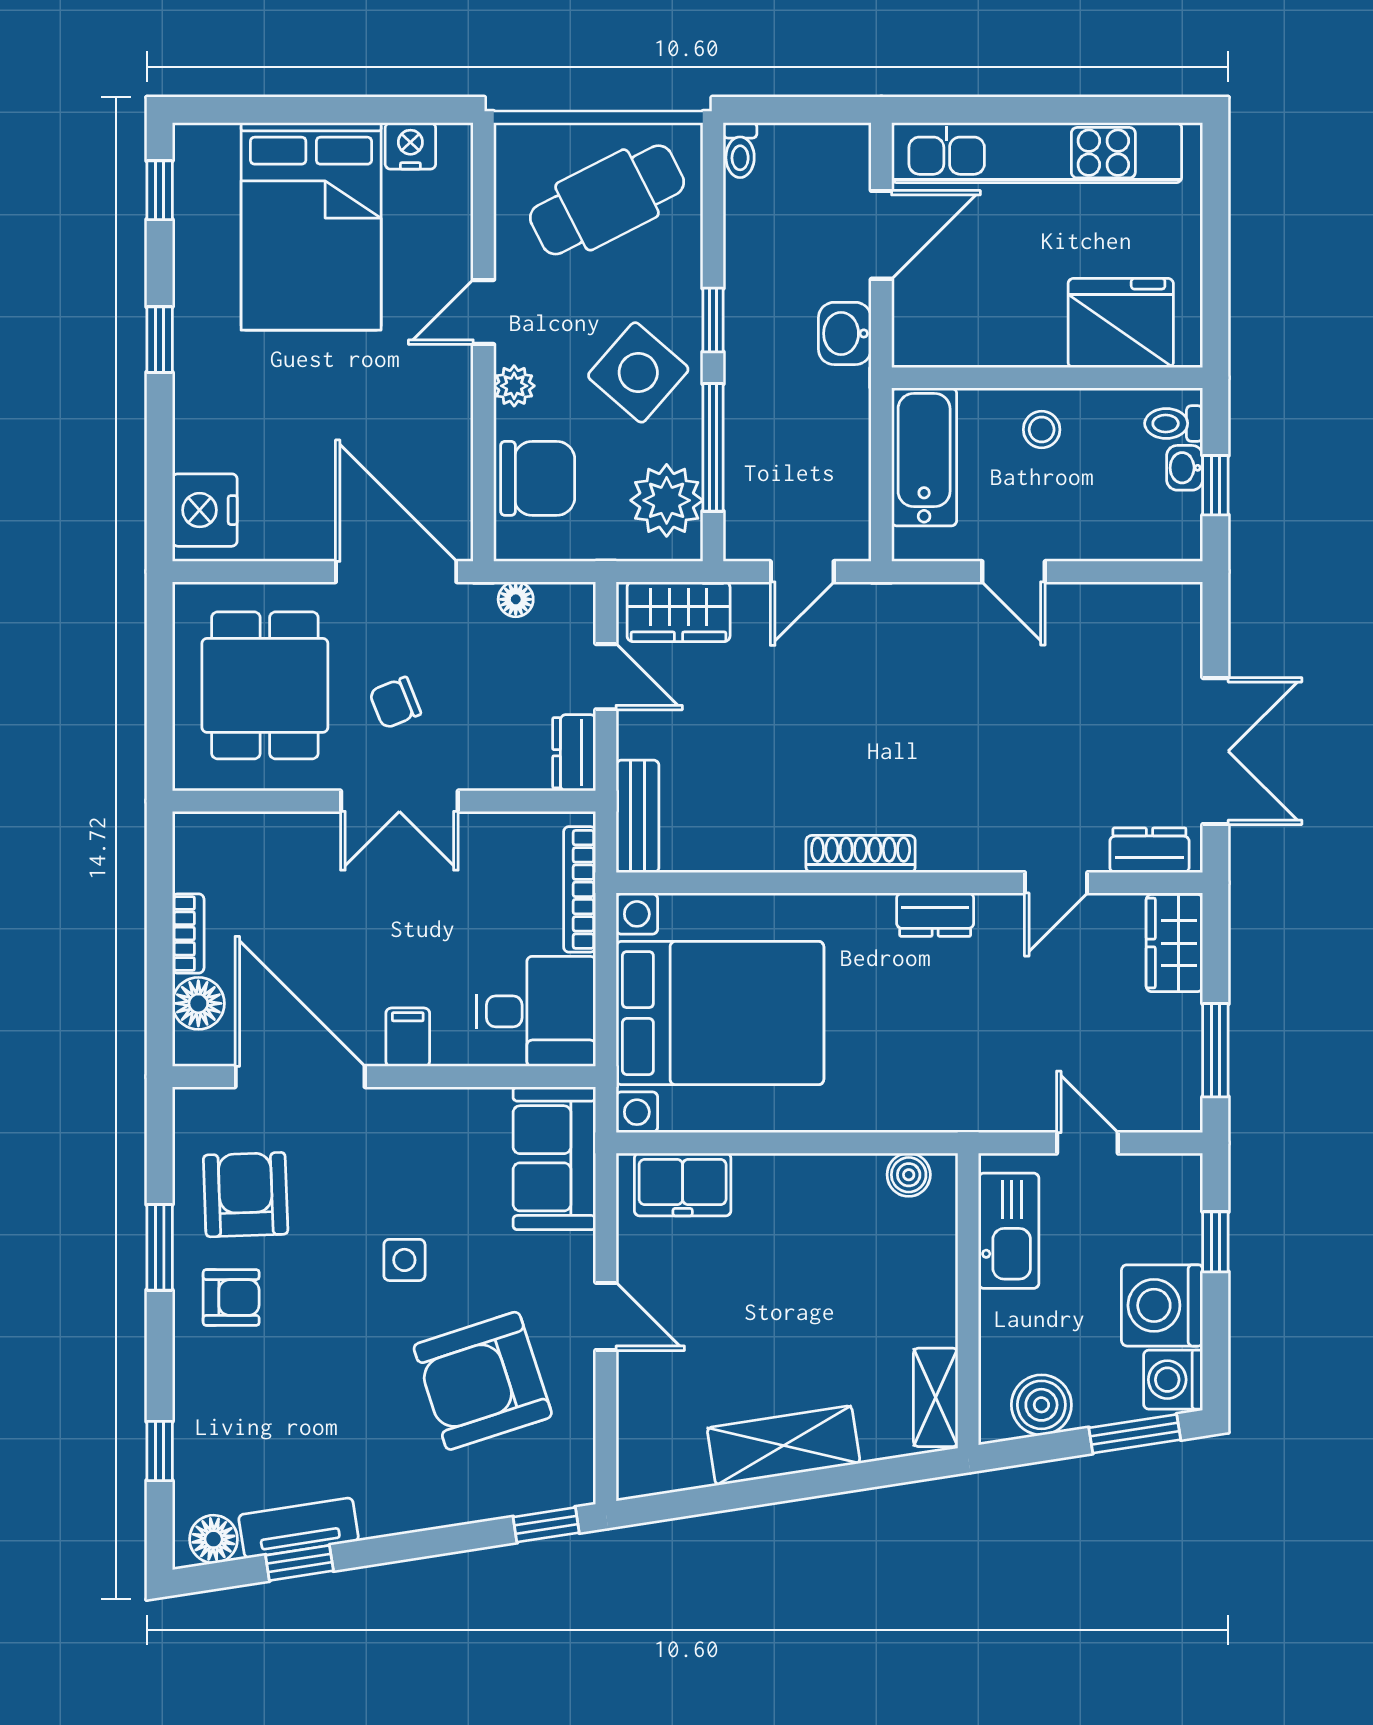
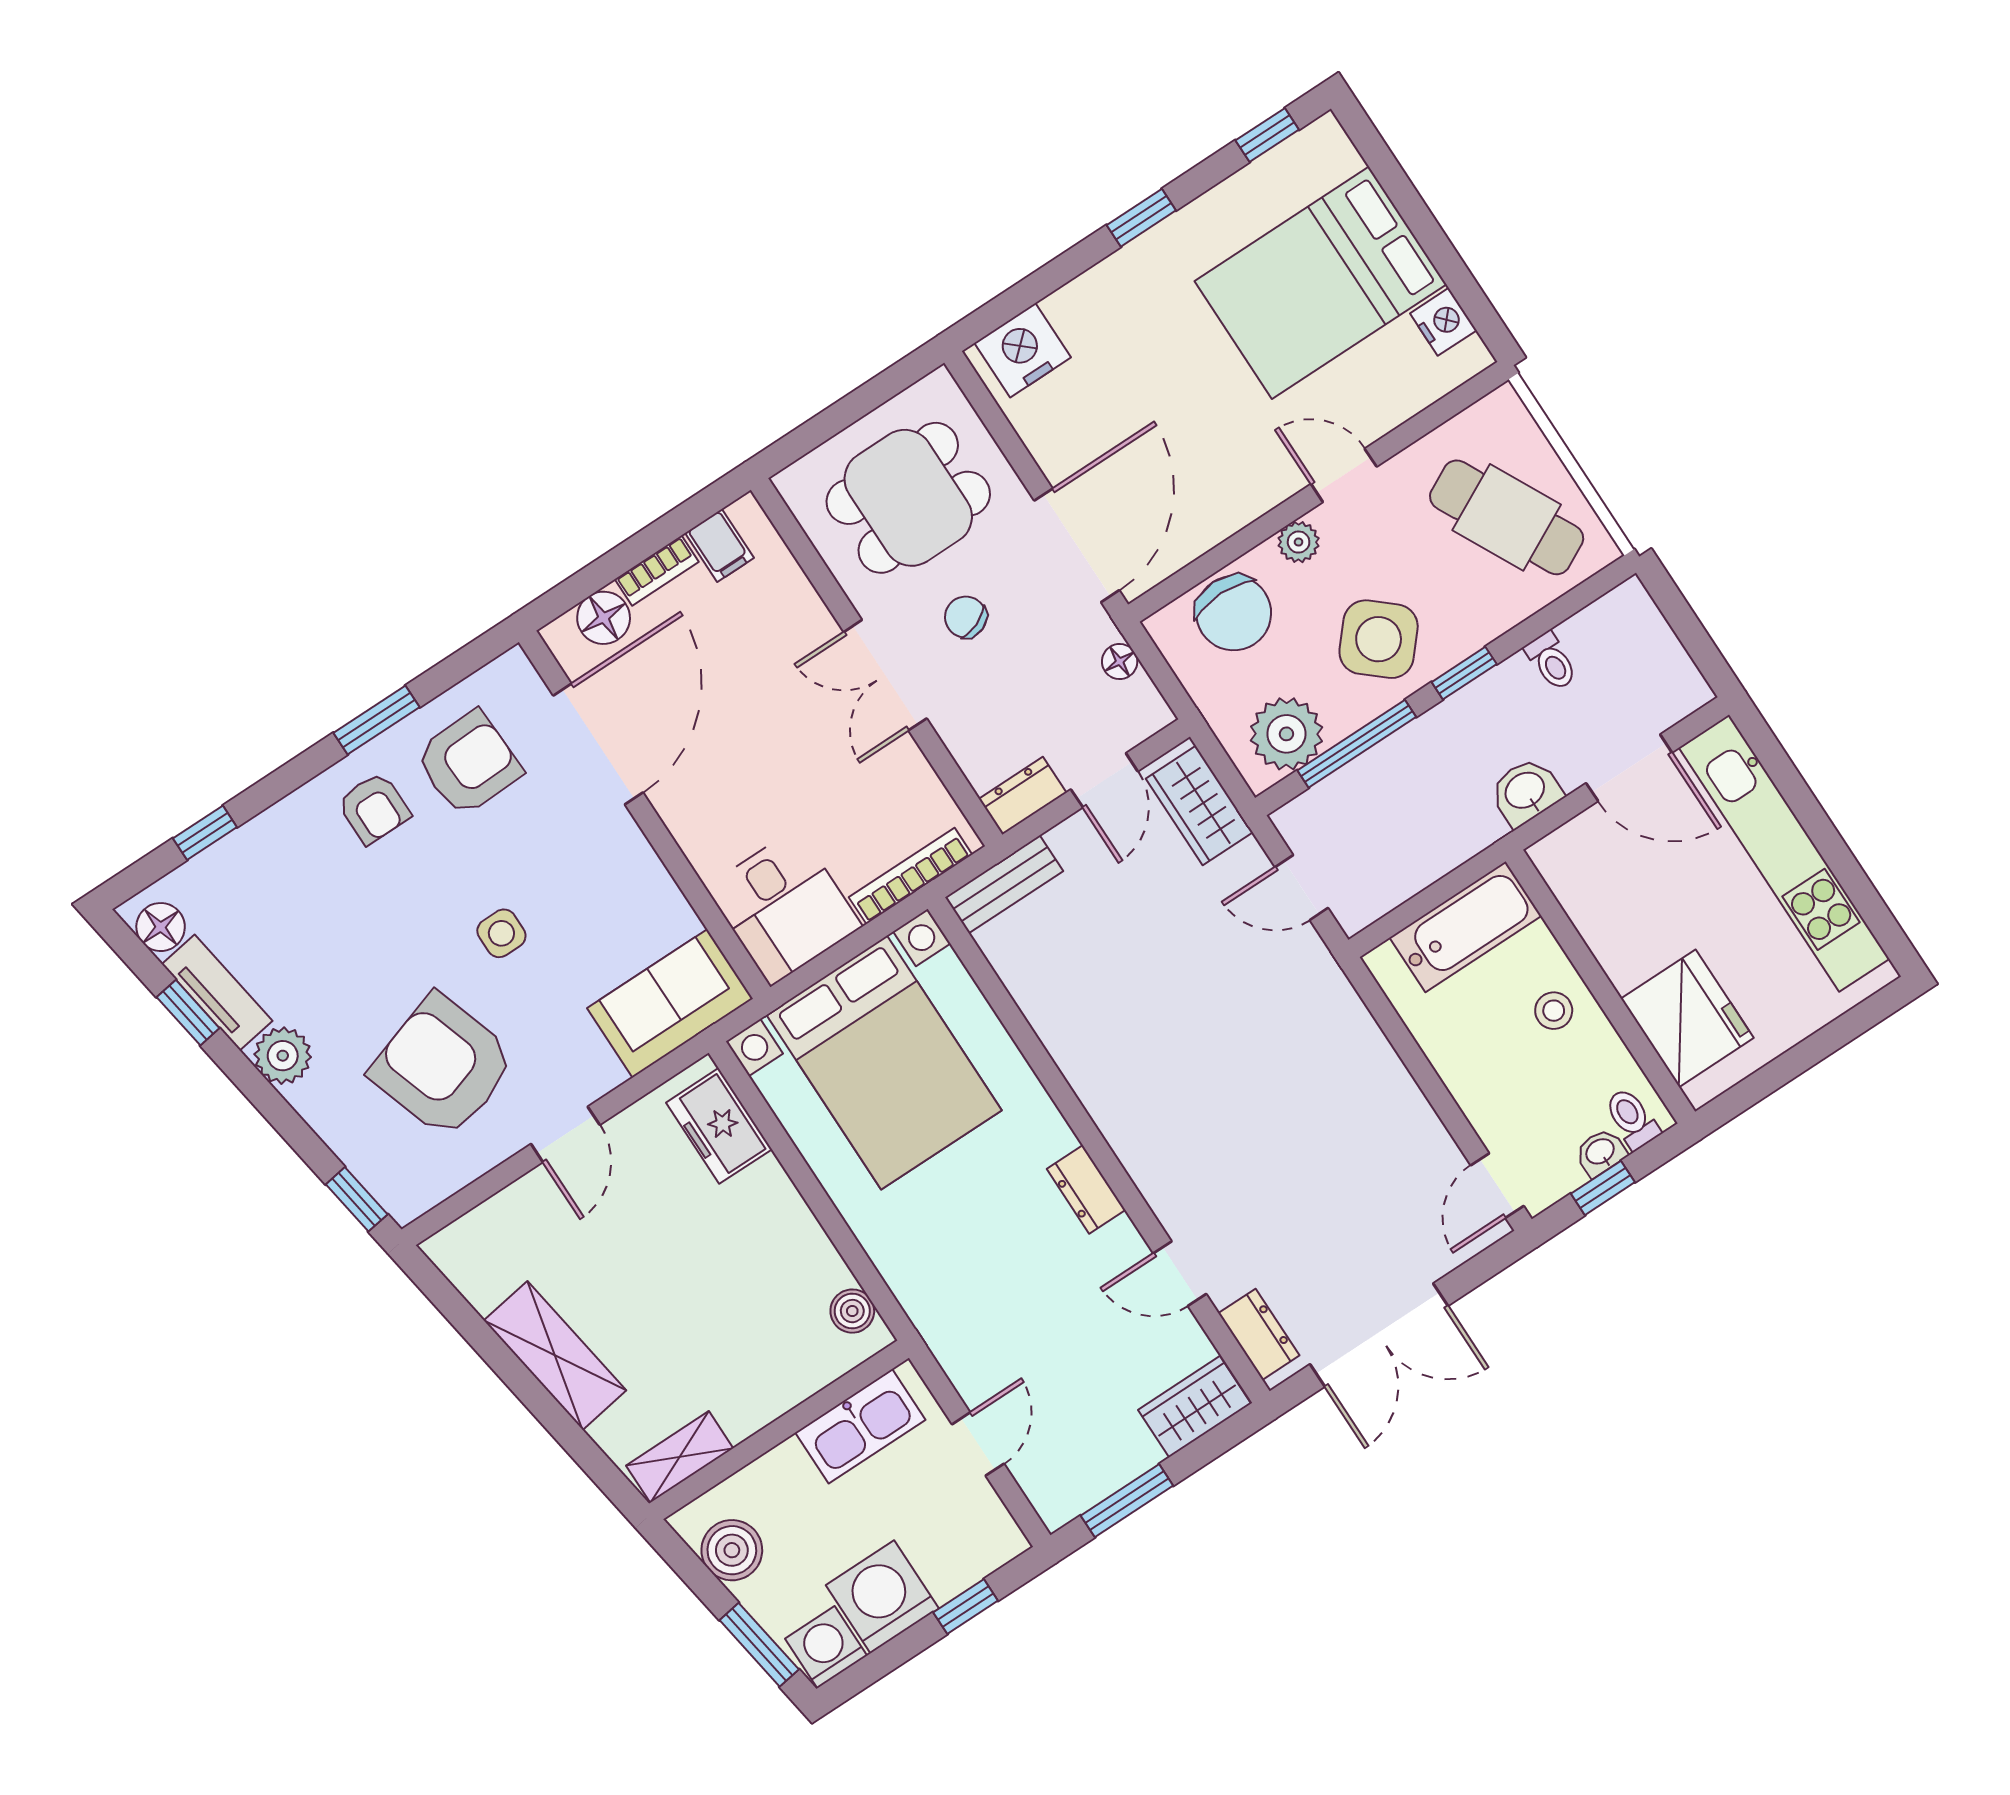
toilet: (740, 150) -> (1551, 661), moved, turned -90
door: (1014, 572) -> (1497, 1186), moved
shoe rack: (861, 854) -> (1096, 1093), removed
filing cabinet: (408, 1037) -> (719, 545), moved, turned 90
plant: (387, 1508) -> (283, 1056), added

